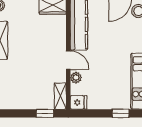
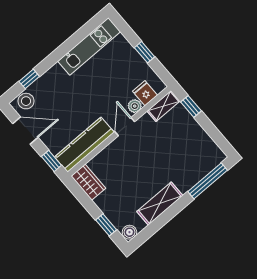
fridge: (78, 102) -> (145, 93), moved
window: (121, 113) -> (145, 52), moved

